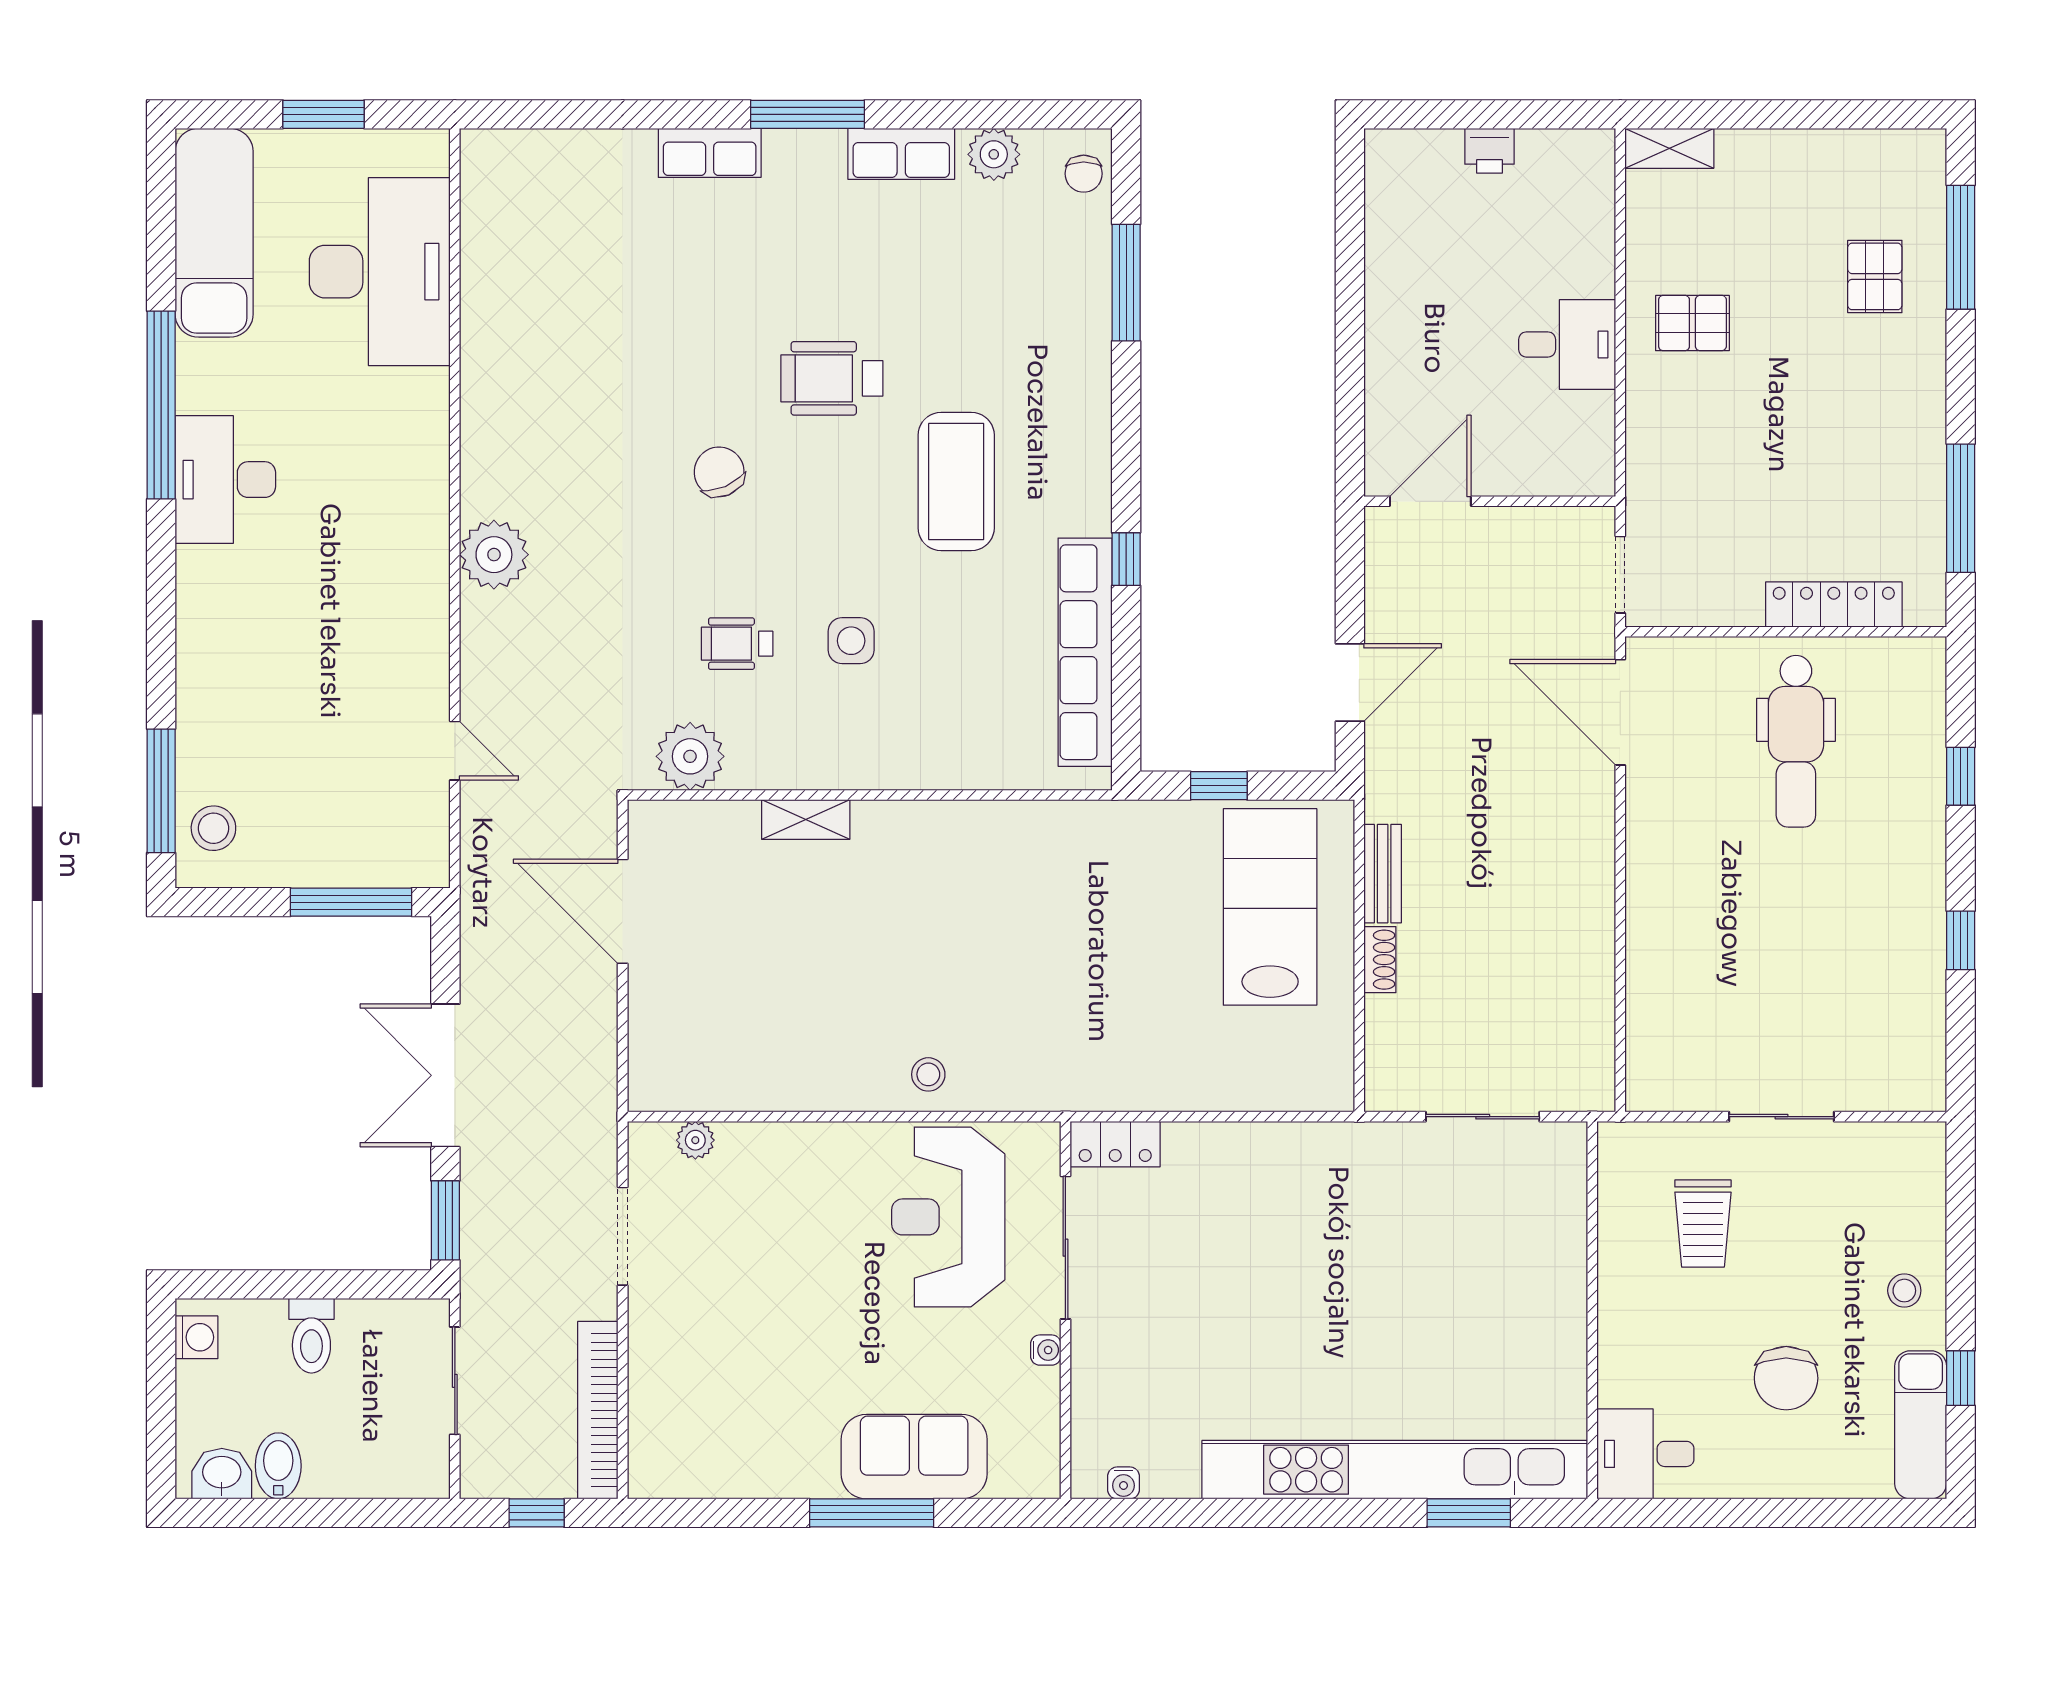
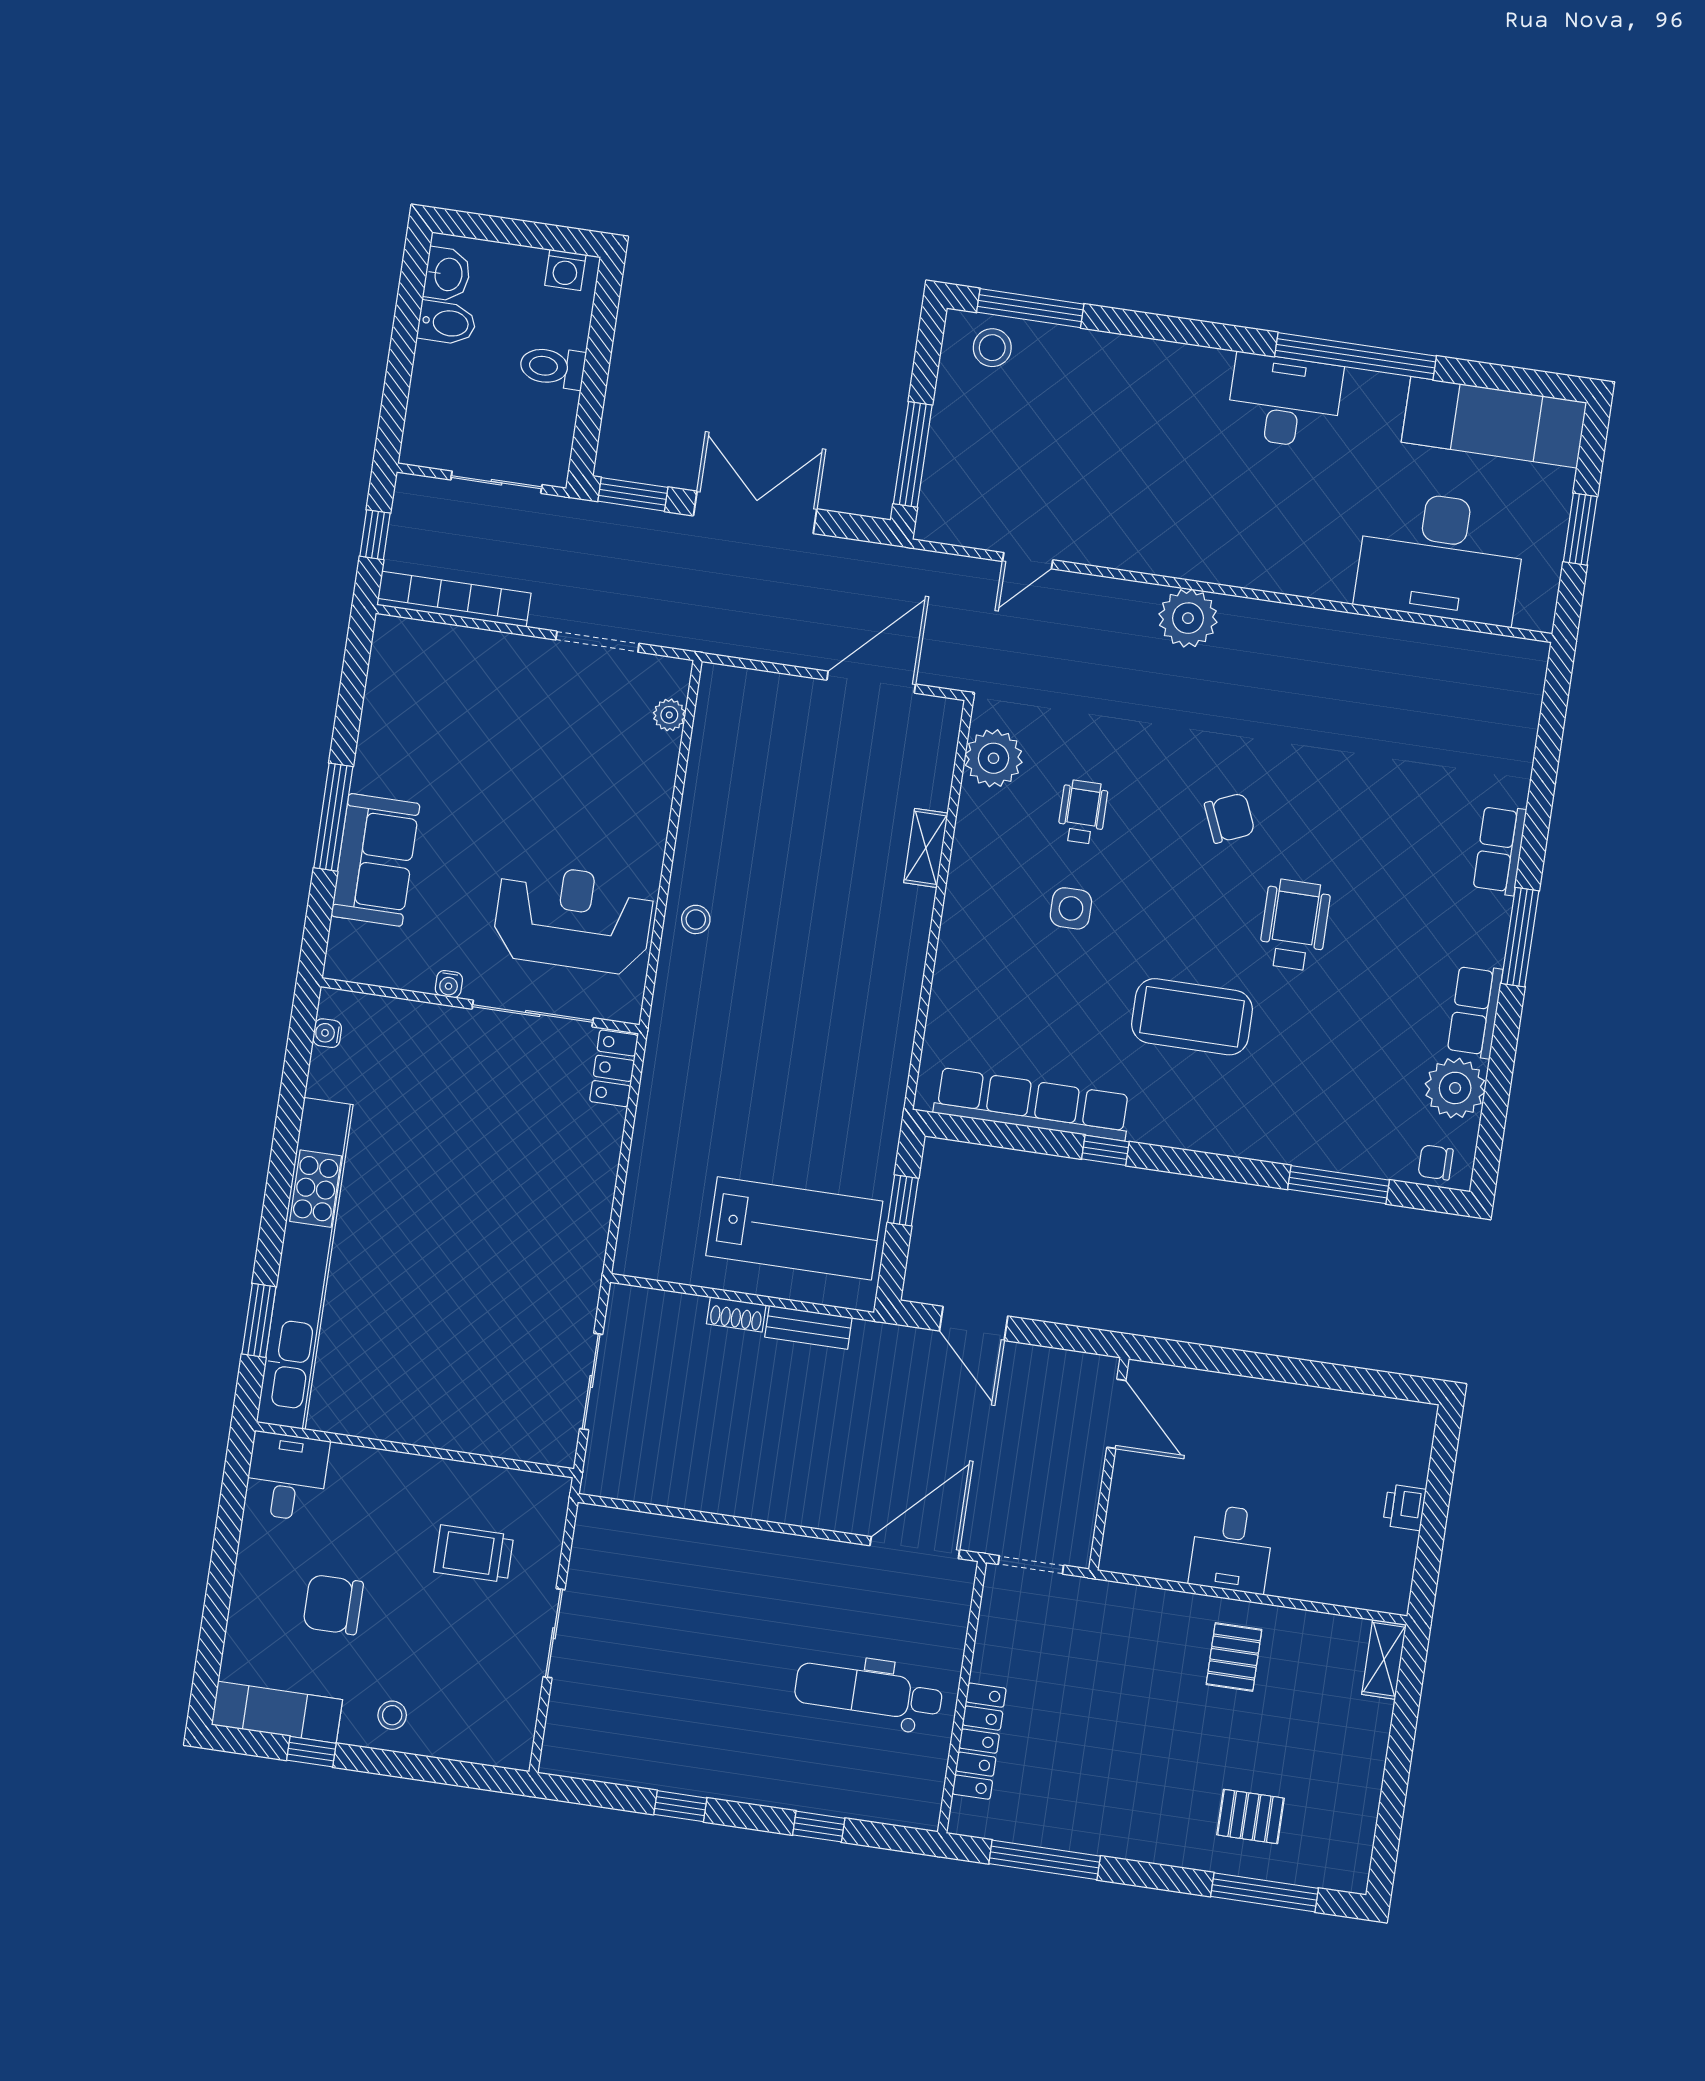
plant: (994, 154) -> (1455, 1088), width x1.36, depth x1.36

